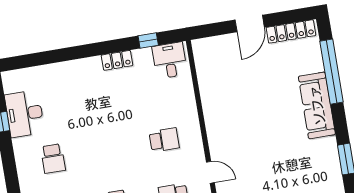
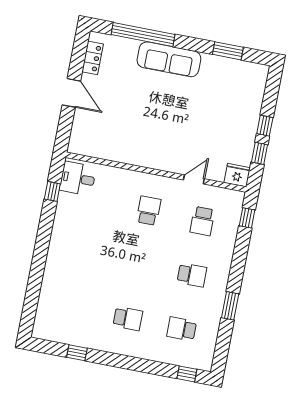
locker: (291, 31) -> (93, 58), width x0.66
locker: (117, 60) -> (60, 227), removed
desk: (25, 114) -> (77, 329), removed

